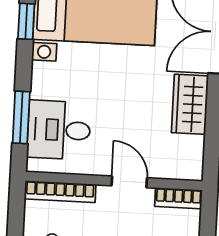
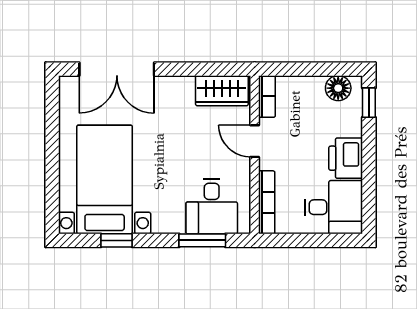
wardrobe: (190, 104) -> (222, 91), moved
door: (129, 182) -> (255, 141), hinge flipped

